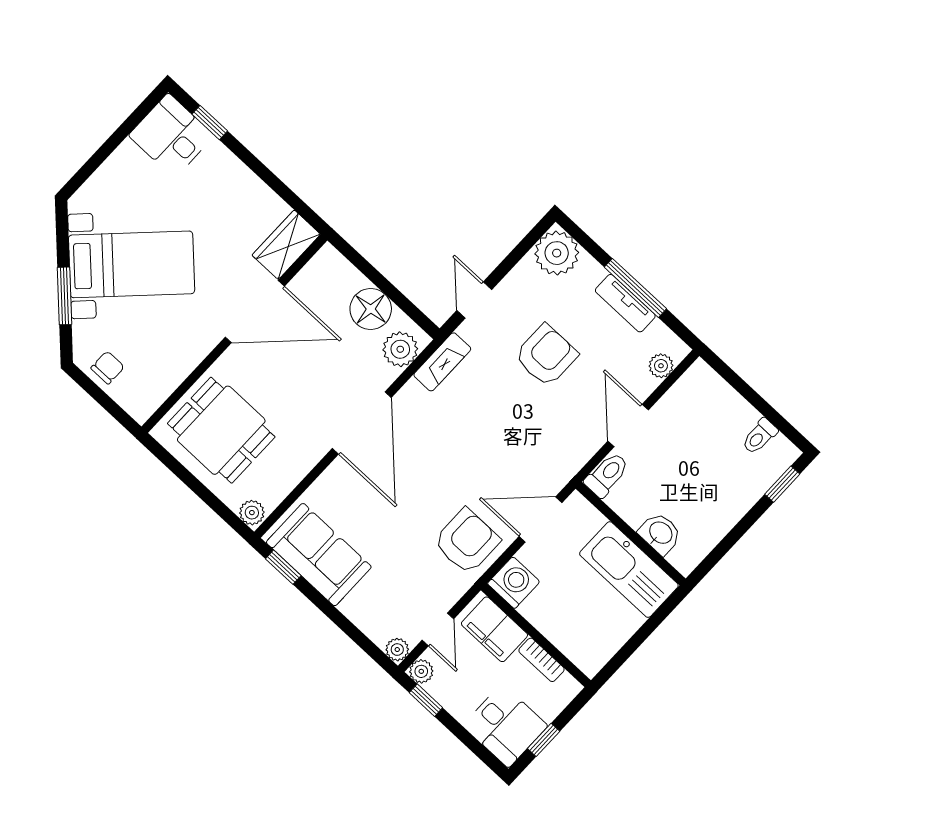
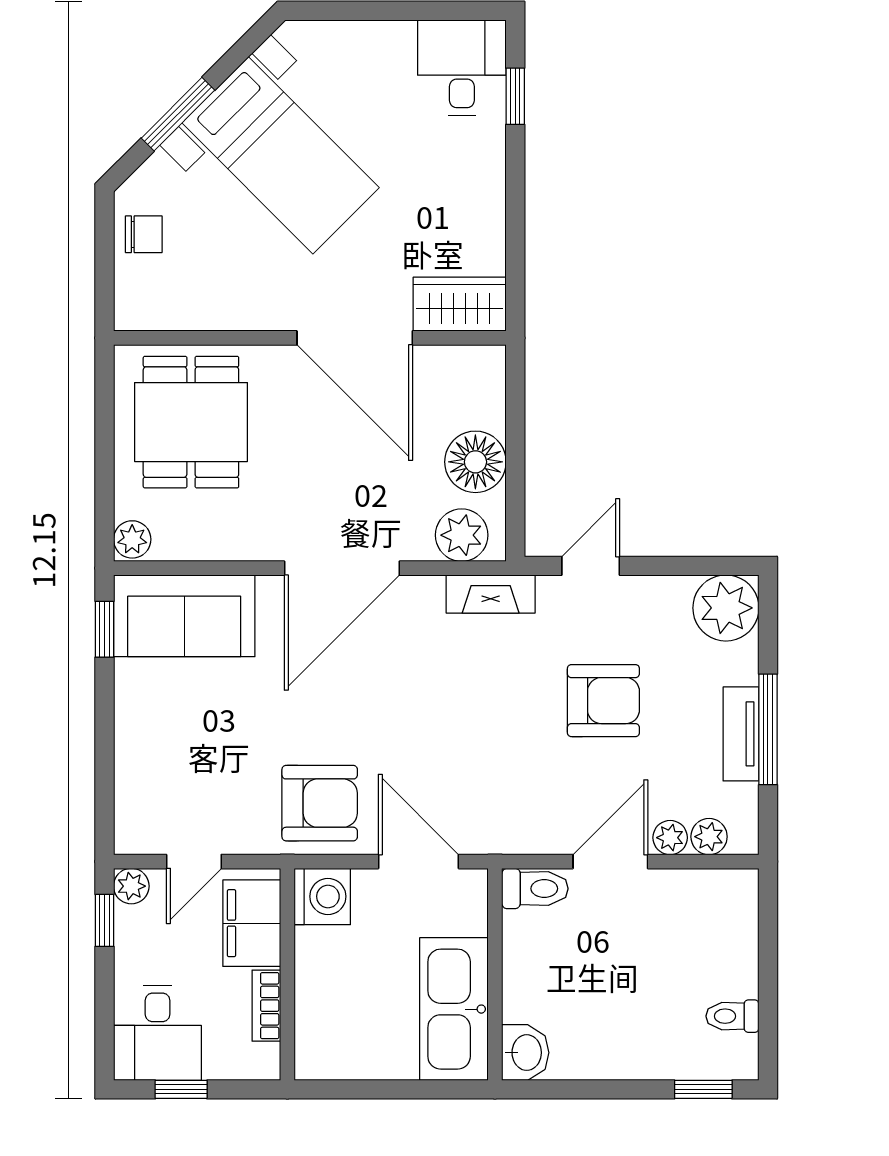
washbasin: (660, 533) -> (525, 1053), moved
sofa: (319, 555) -> (184, 616), moved, turned 90
plant: (397, 650) -> (670, 838), moved

